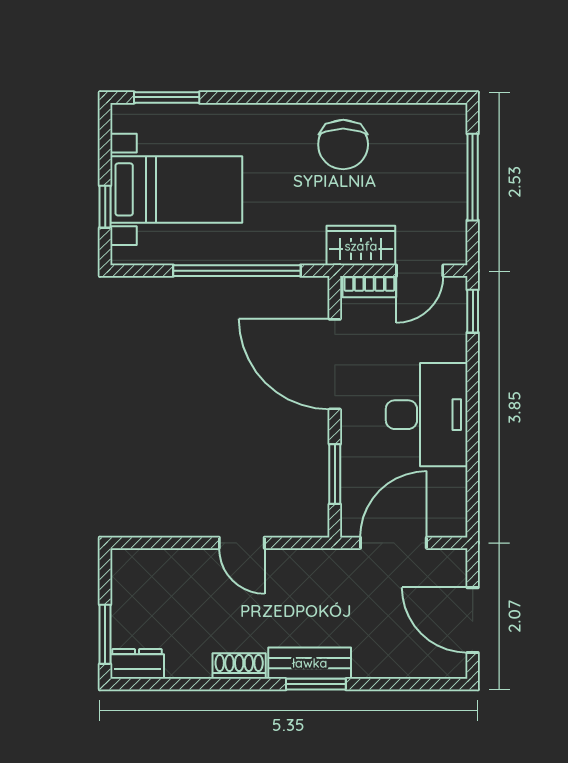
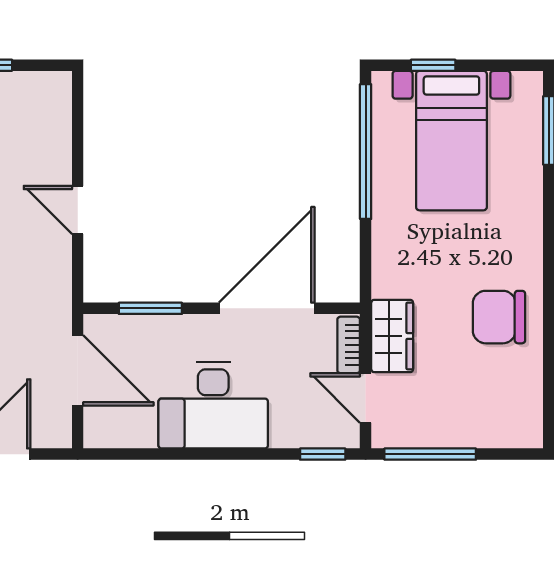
window: (473, 177) -> (430, 454), moved
window: (237, 271) -> (366, 152), moved
door: (242, 543) -> (78, 210), hinge flipped

